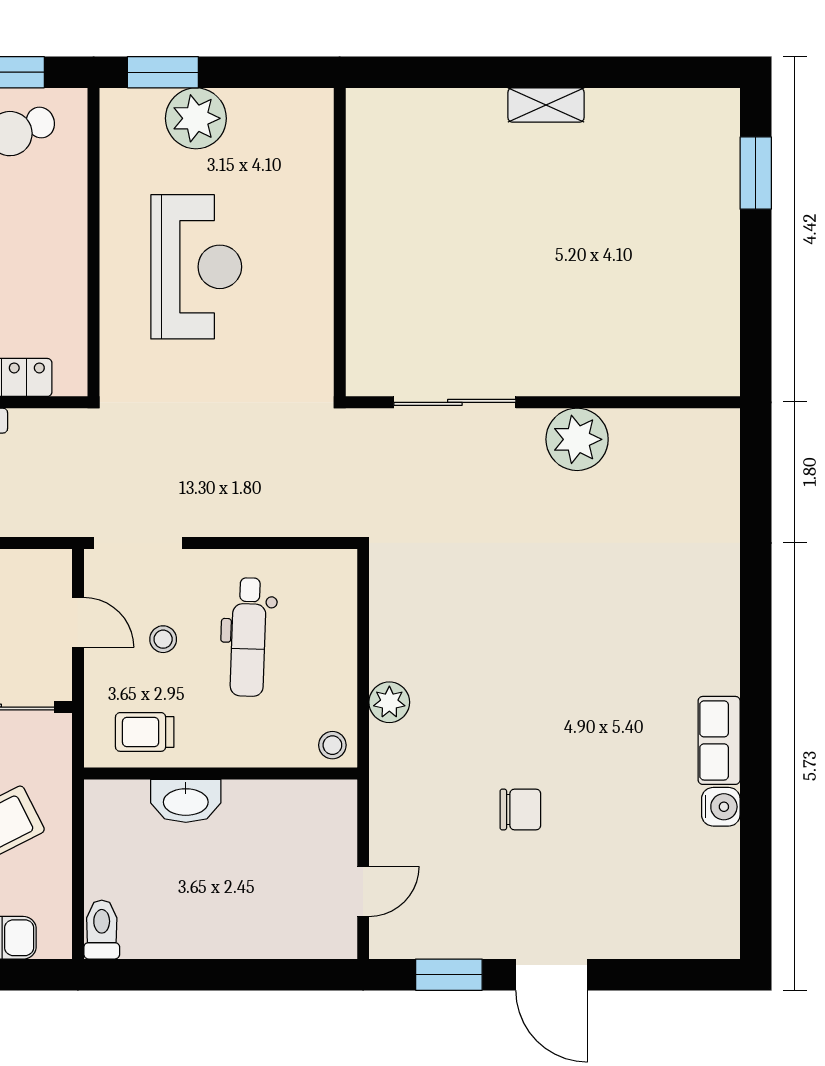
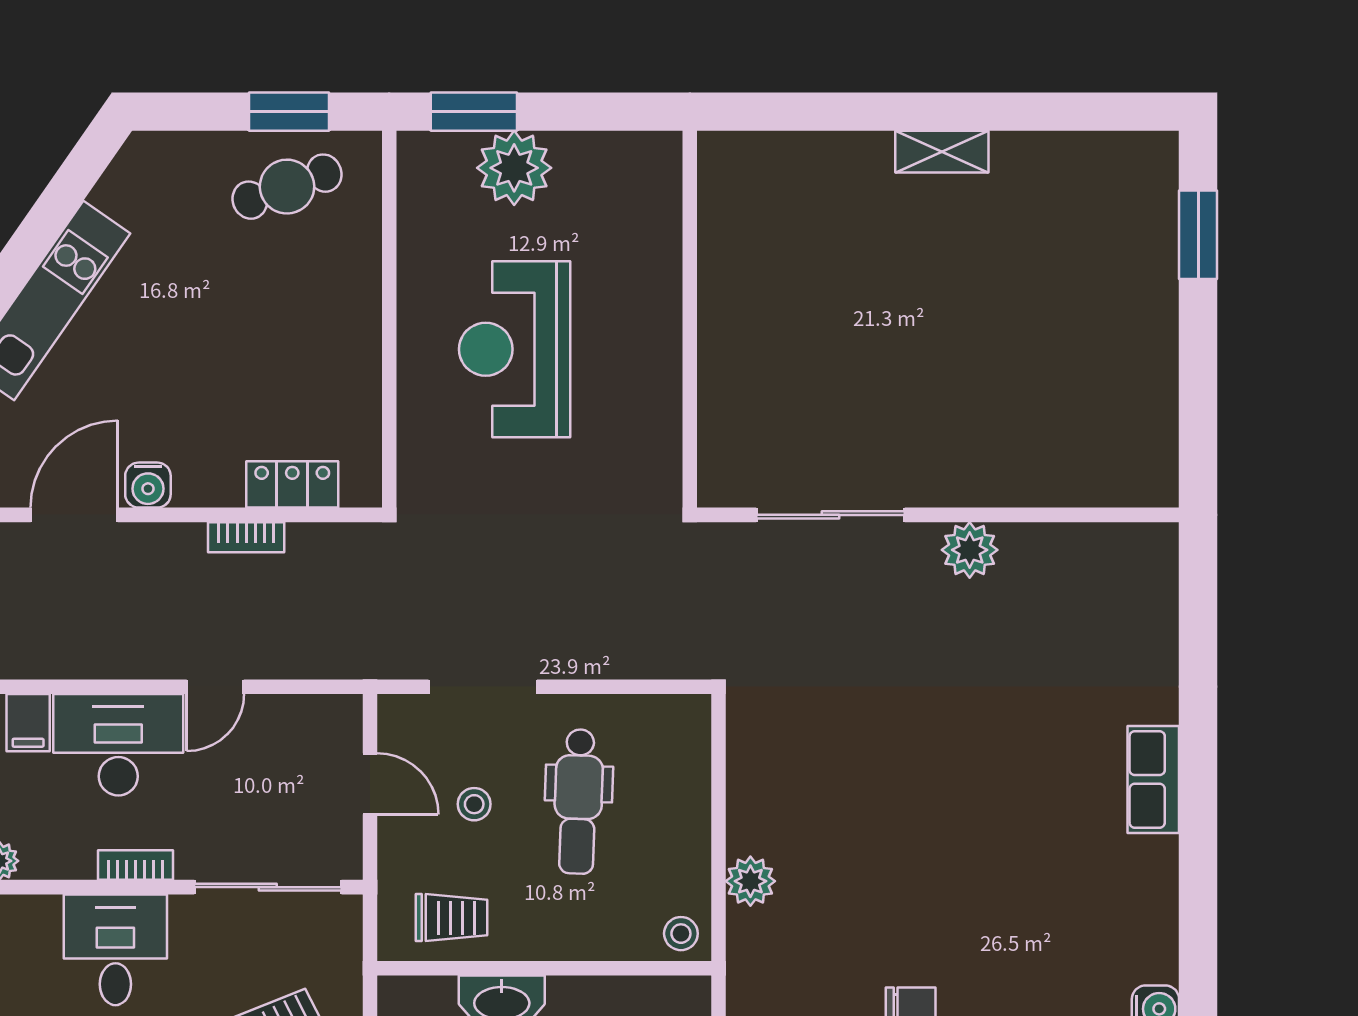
reception desk: (196, 267) -> (515, 349), turned 180
plant: (577, 439) -> (970, 550), width x0.73, depth x0.73
doorway: (138, 543) -> (483, 687), moved
trolley: (145, 732) -> (452, 918), turned 180
row of seats: (719, 740) -> (1153, 779), moved

